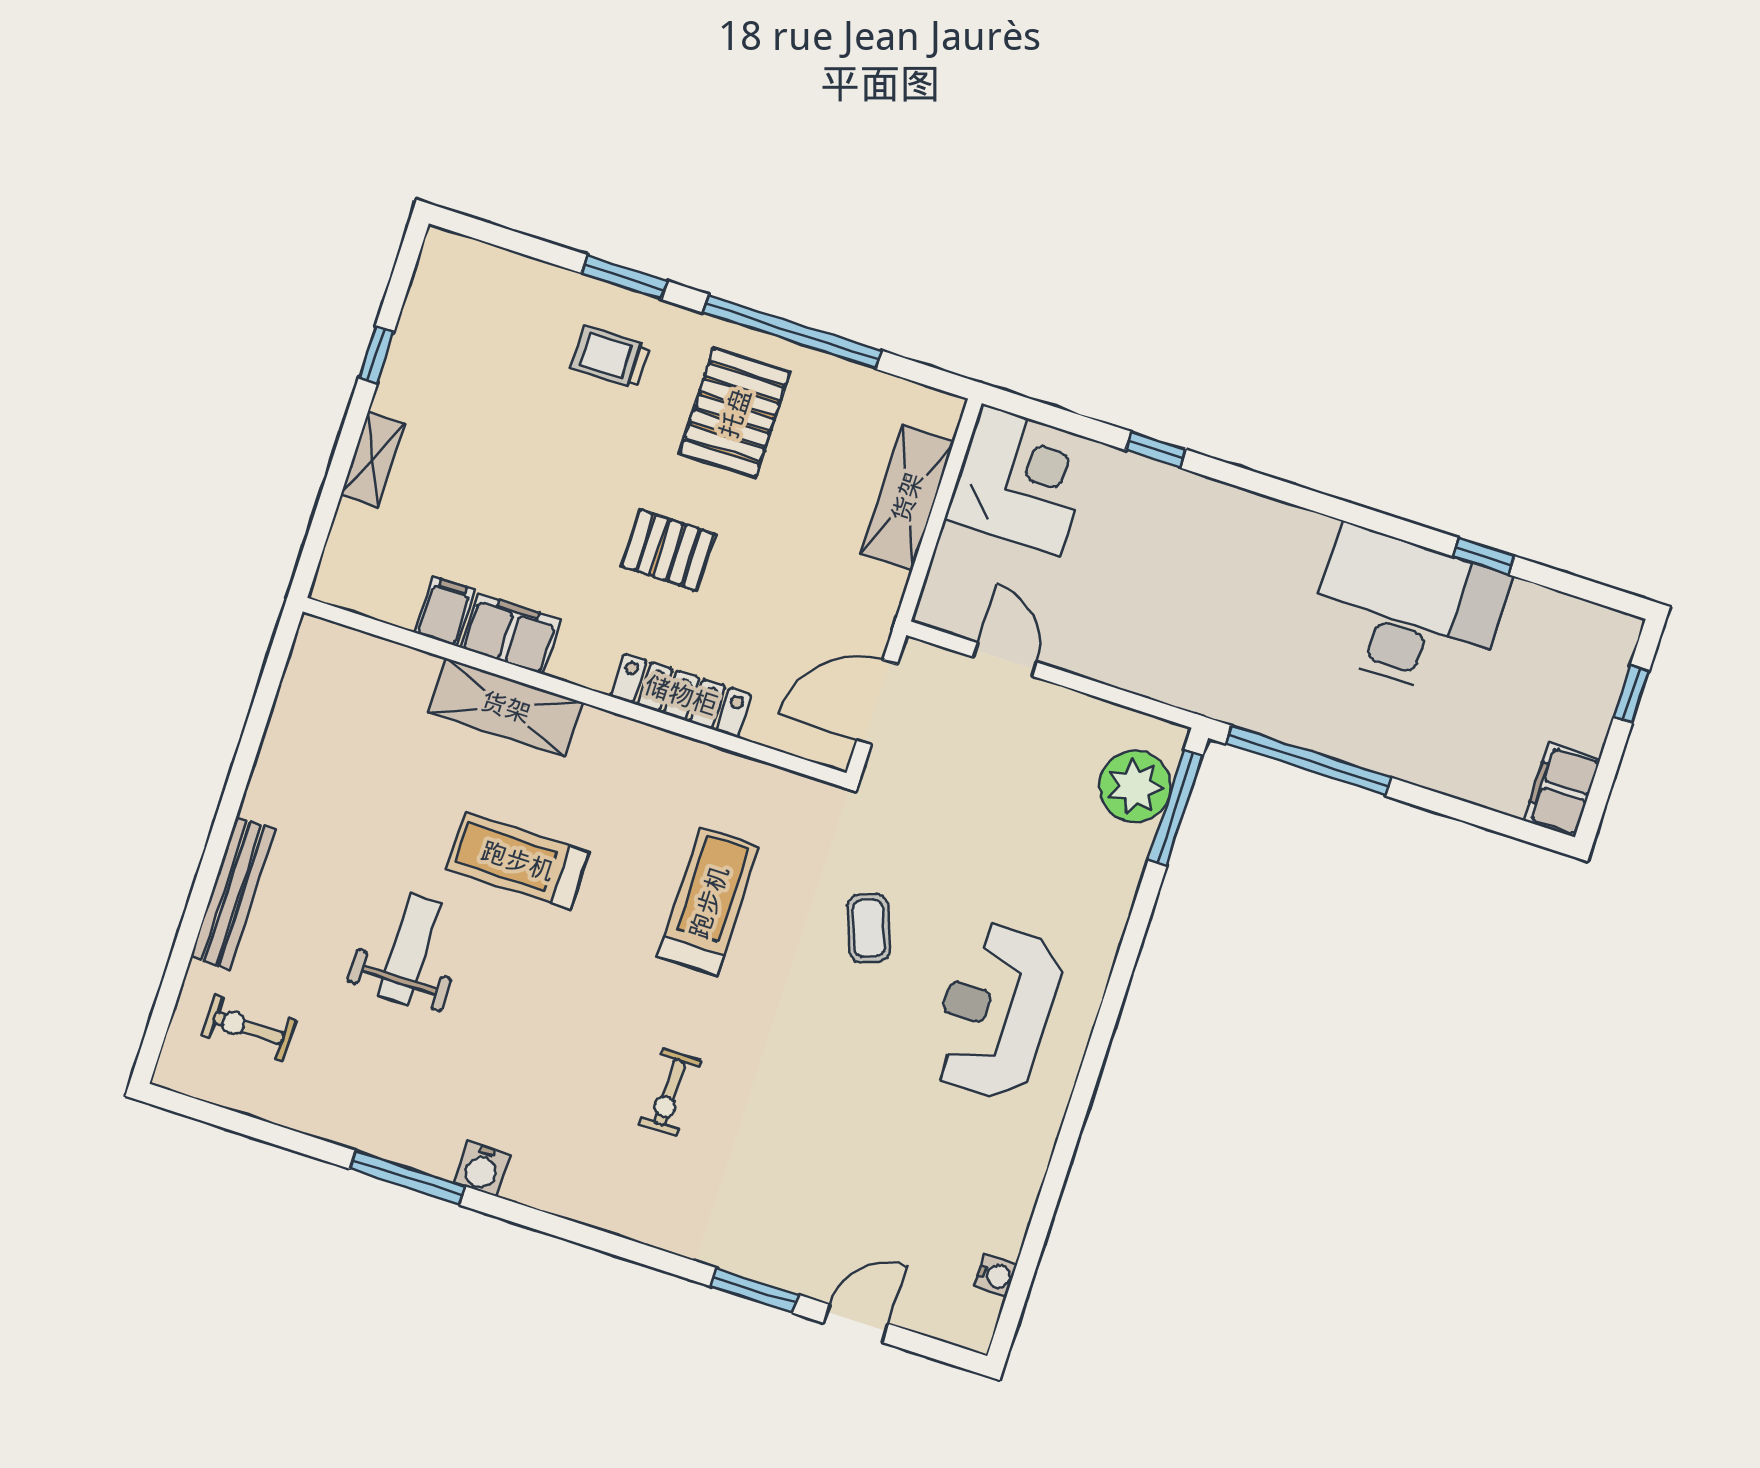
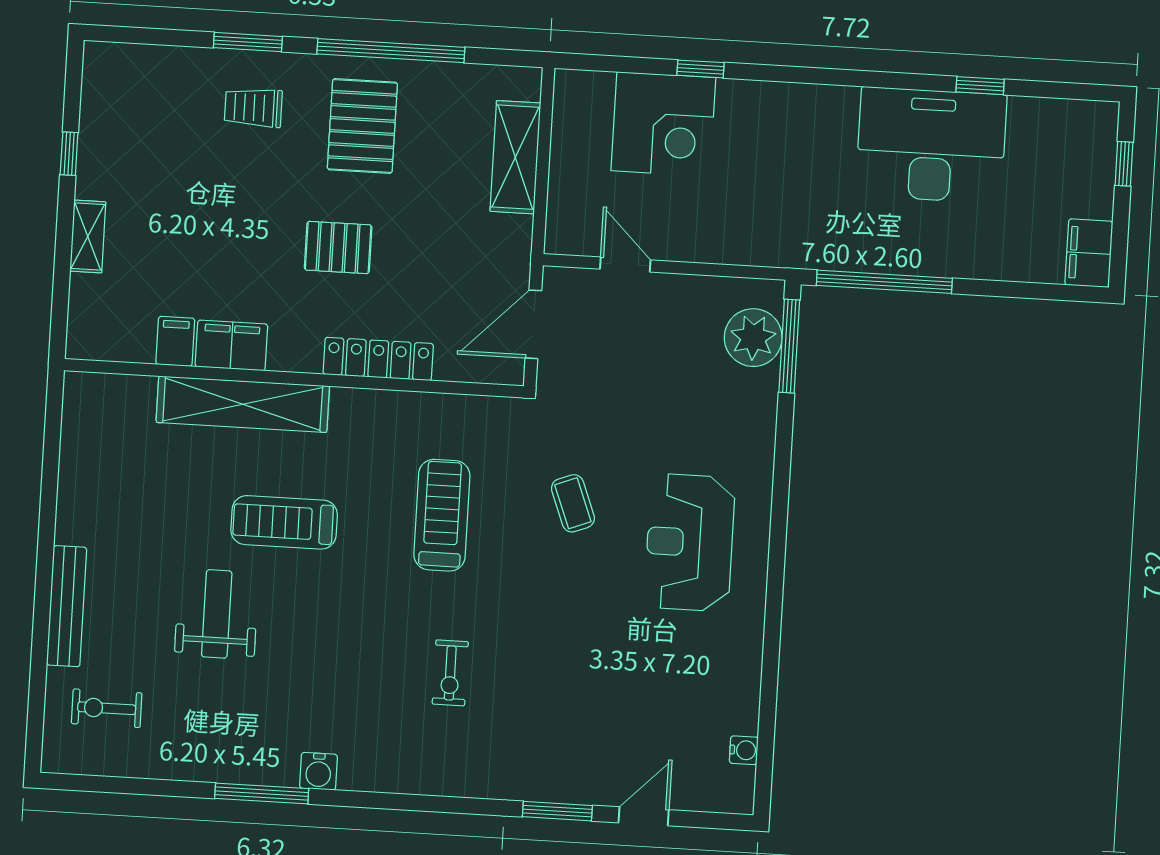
corner desk: (1021, 480) -> (663, 124), moved, turned 90
shelving: (506, 707) -> (243, 404), width x1.47

